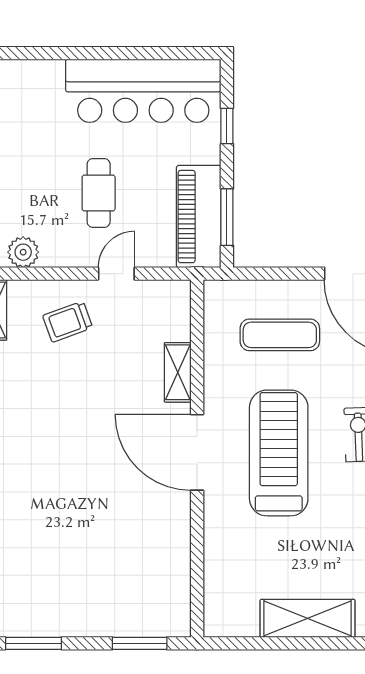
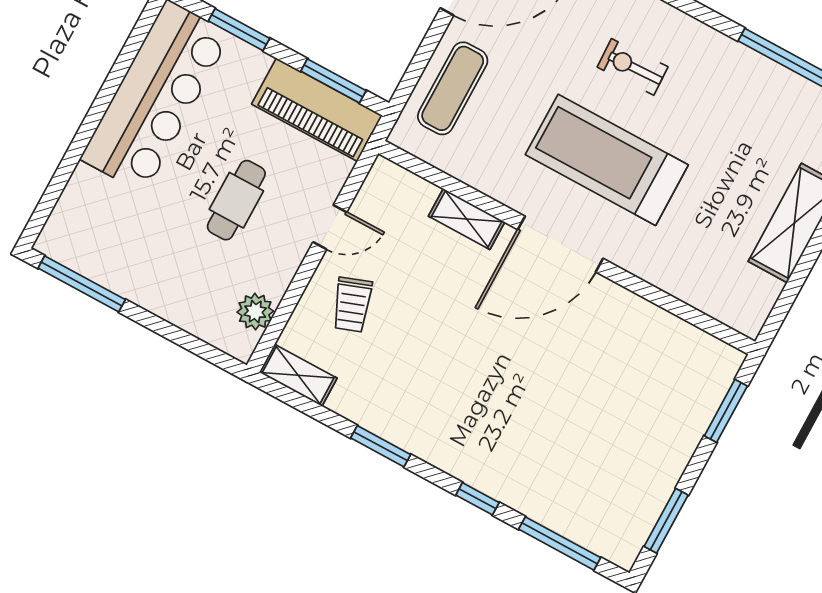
window: (227, 126) -> (239, 30), width x1.50
cafe table: (99, 193) -> (236, 200), turned 90
door: (116, 274) -> (330, 227), swing flipped
exercise mat: (280, 335) -> (453, 88), moved

